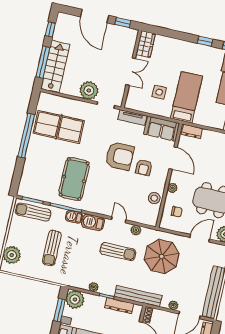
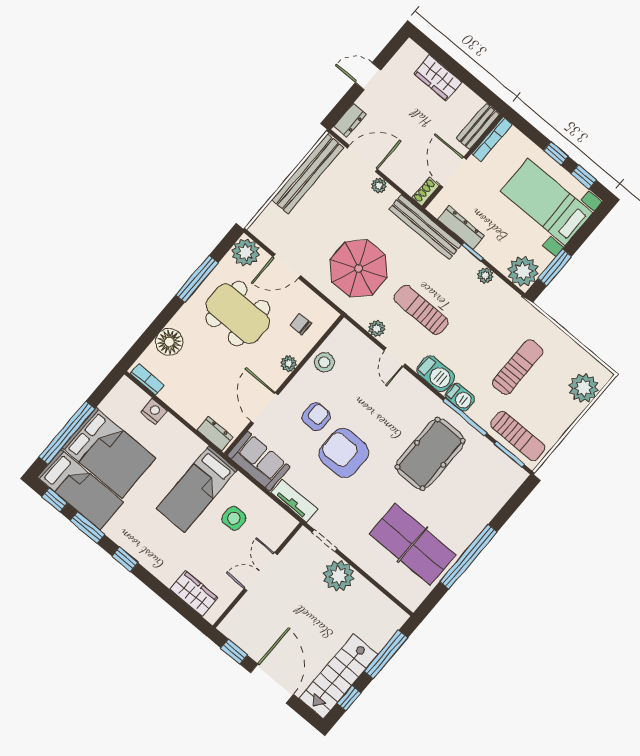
wardrobe: (146, 44) -> (194, 594), moved, turned 90
stairs: (55, 66) -> (339, 676), moved

